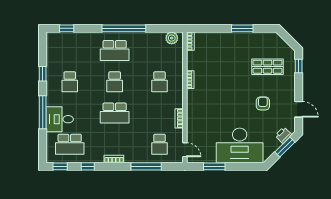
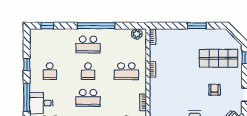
shop shelf: (267, 67) -> (218, 58), width x1.43, depth x1.36
school desk: (160, 82) -> (126, 71), width x1.85

